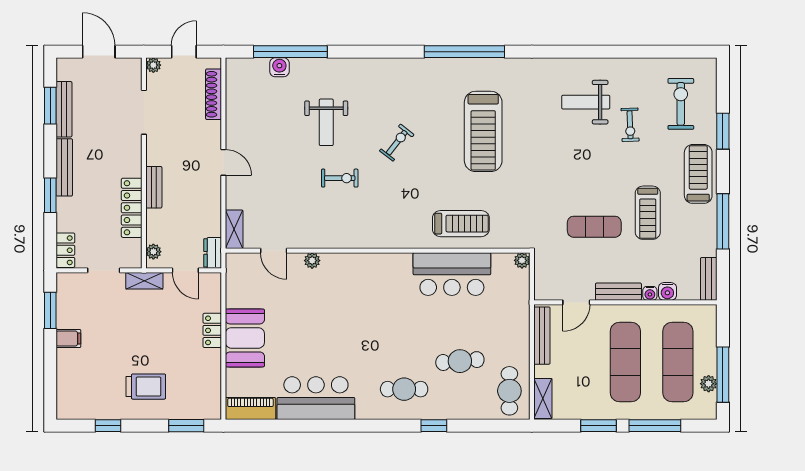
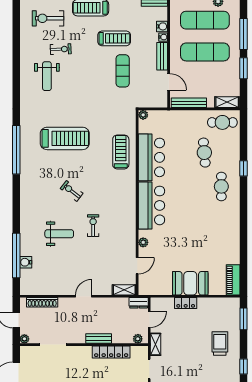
bar counter: (316, 398) -> (151, 205), moved, turned 180

